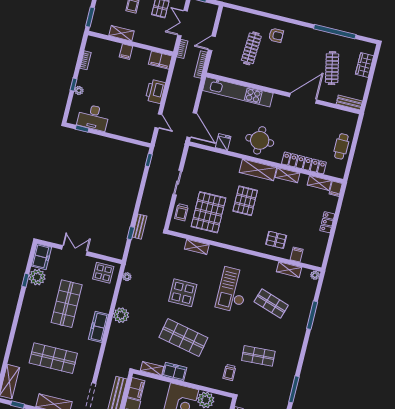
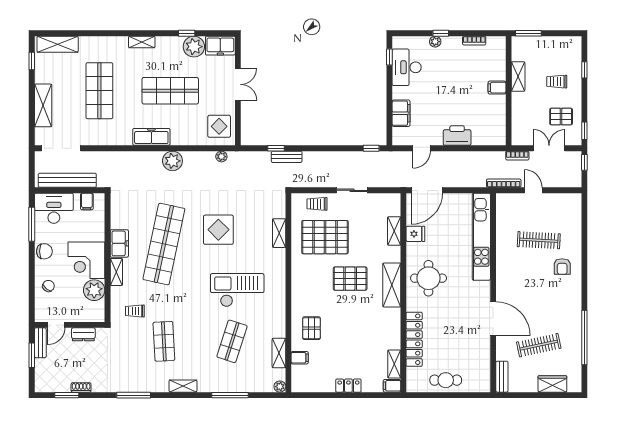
filing cabinet: (160, 60) -> (401, 113), moved, turned 180
shelving: (287, 175) -> (394, 231), moved
shelving: (24, 316) -> (142, 42), added
shop shelf: (183, 338) -> (164, 244), width x1.40
shelving: (296, 350) -> (183, 386), added
shelving: (152, 369) -> (116, 272), moved
filing cabinet: (136, 389) -> (87, 201), width x0.50

